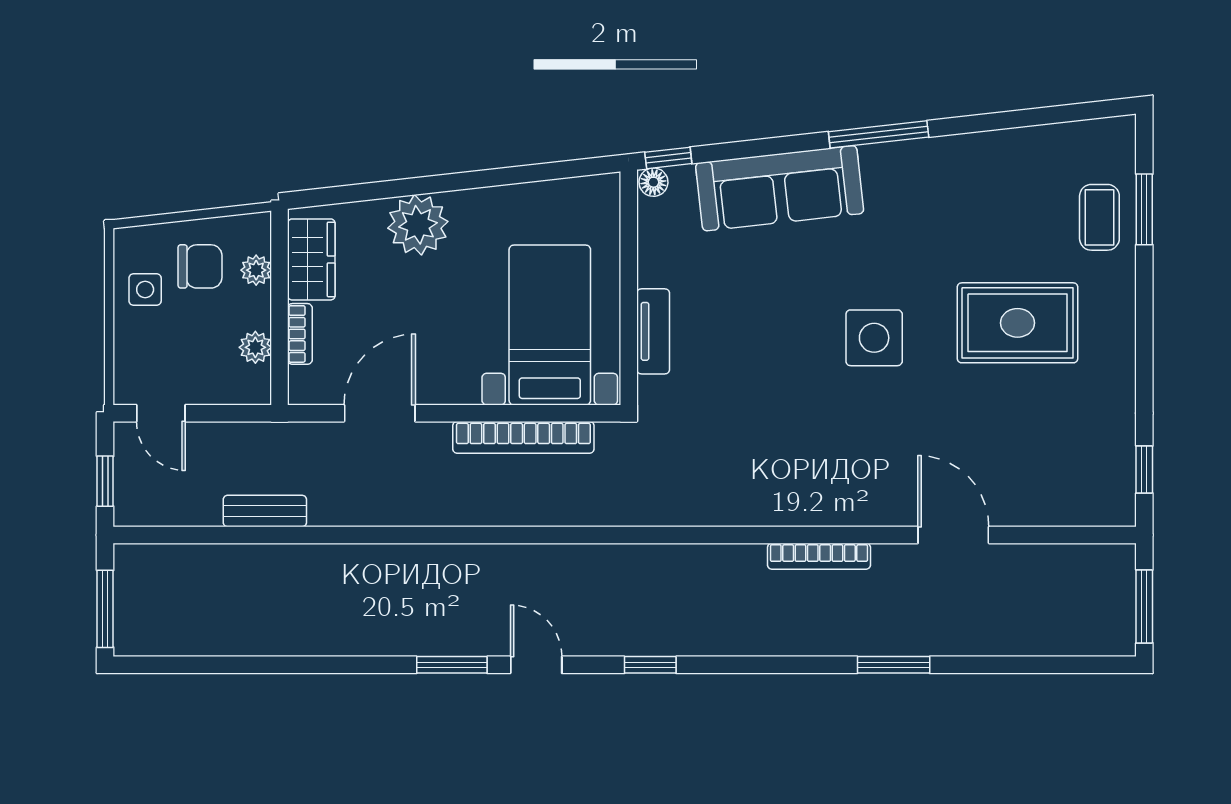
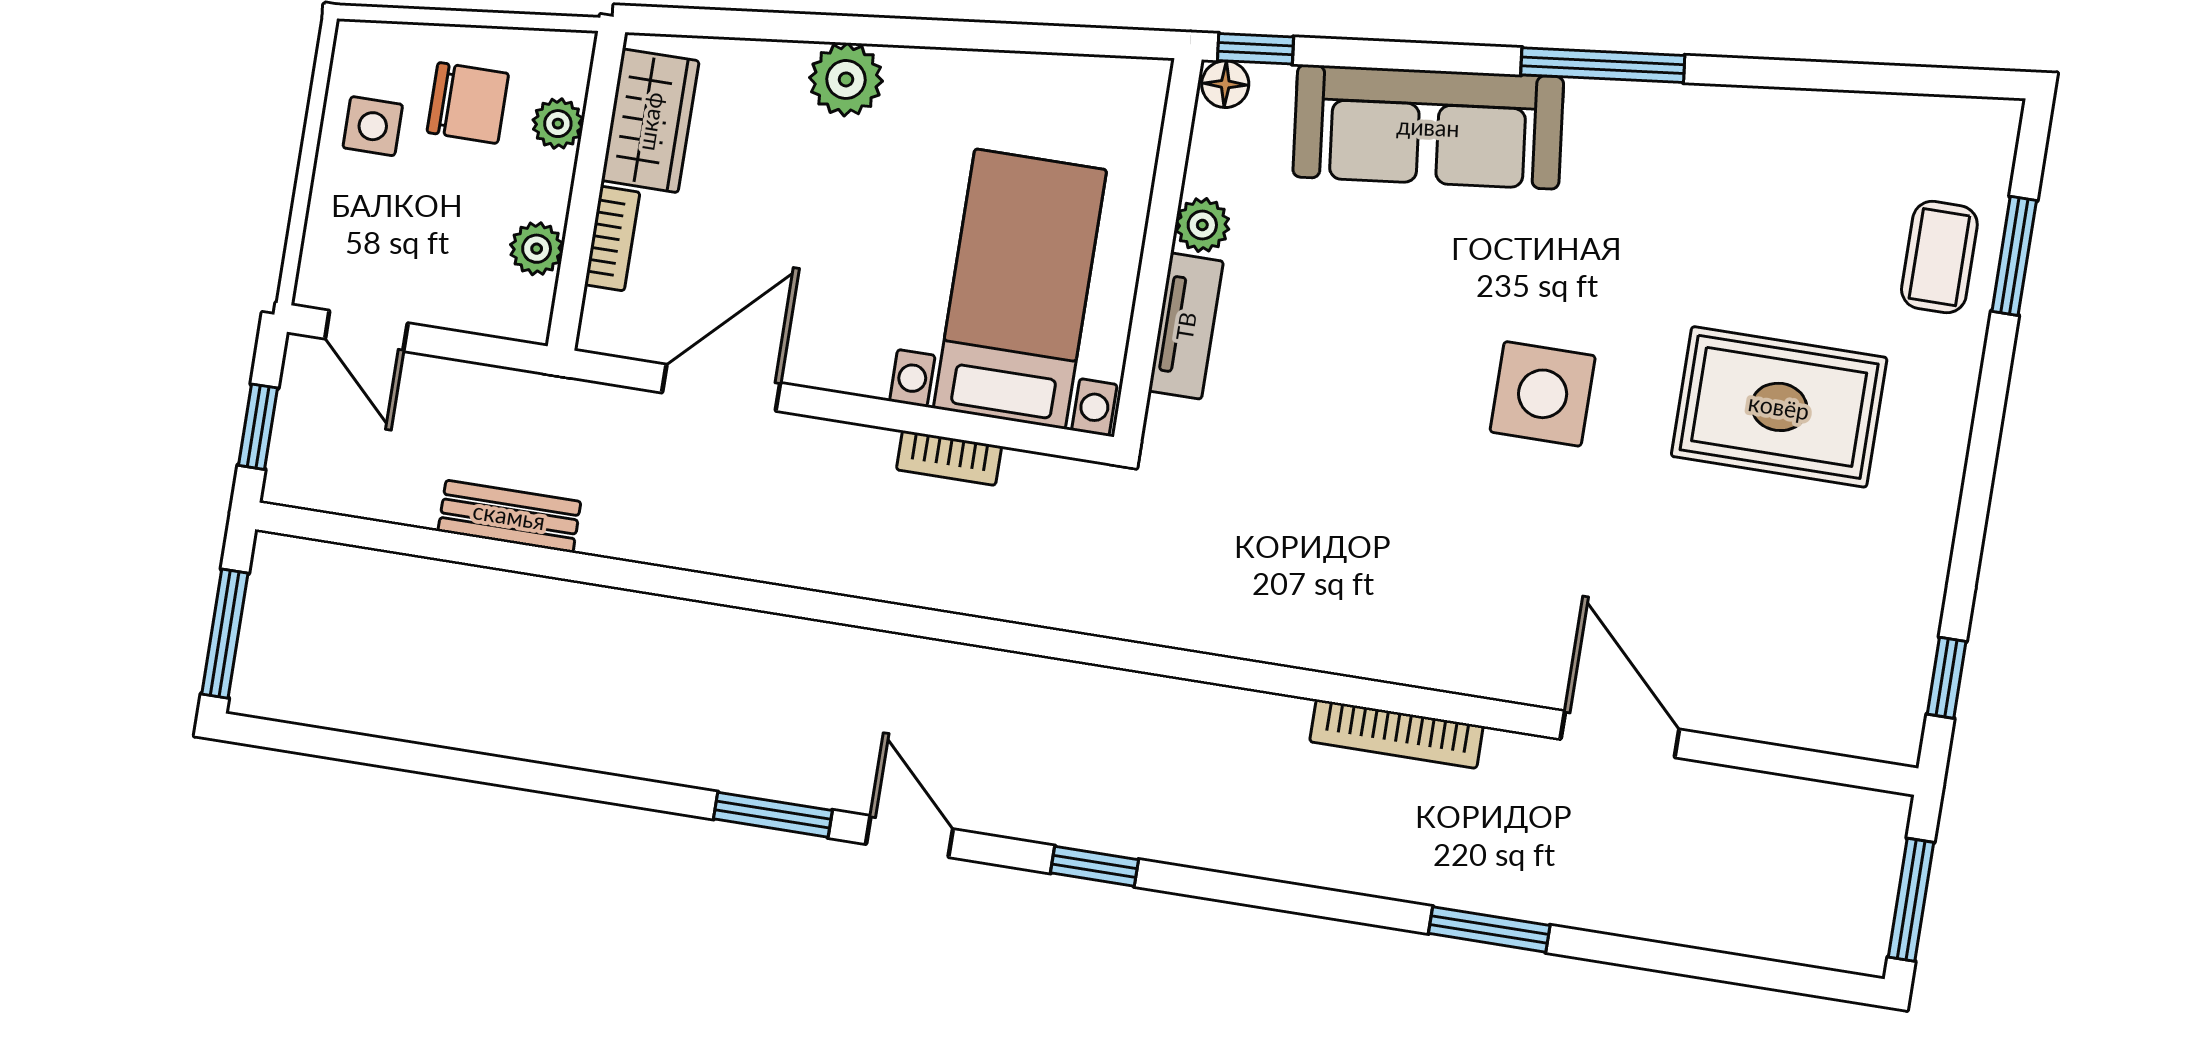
plant: (418, 225) -> (846, 79), width x0.73, depth x0.73
plant: (653, 269) -> (1202, 225), added
bookcase: (523, 437) -> (949, 458), width x0.43, depth x0.76

